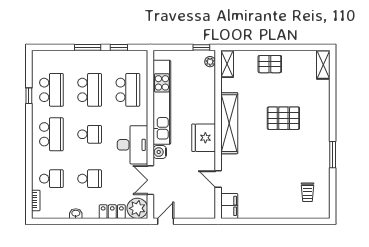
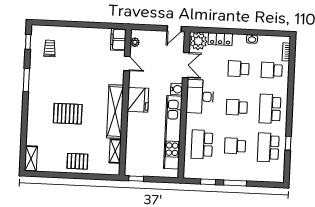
plant: (210, 62) -> (135, 42), moved
shelving: (227, 64) -> (115, 151), moved
school desk: (90, 90) -> (235, 146), width x0.54
window: (333, 199) -> (28, 42), added

